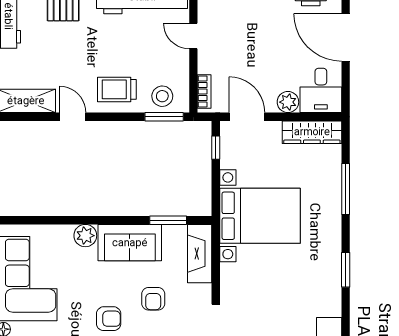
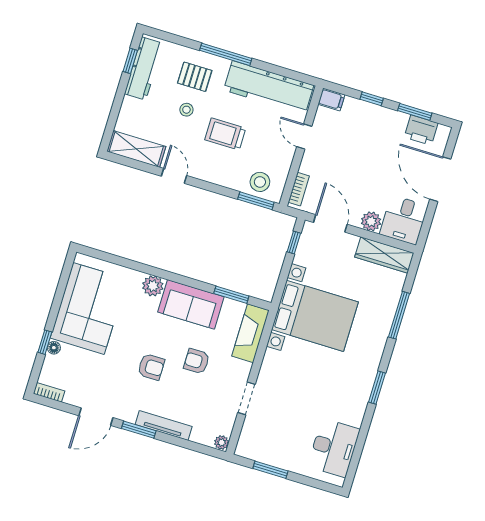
stool: (65, 45) -> (186, 110), added
trolley: (117, 89) -> (225, 134), moved
armchair: (153, 299) -> (197, 361), turned 90

